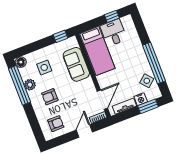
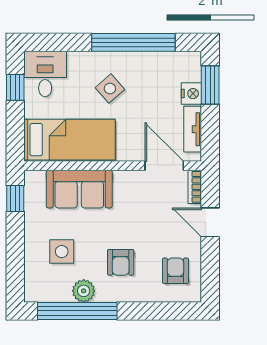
desk: (114, 33) -> (45, 74), moved, turned 90
floor lamp: (21, 62) -> (35, 292), removed
side table: (147, 81) -> (110, 89), moved

